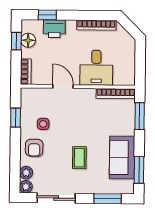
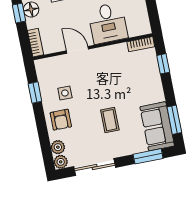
bookcase: (116, 94) -> (141, 44), width x0.64
window: (140, 116) -> (163, 64), width x0.67
sofa: (122, 158) -> (157, 126), moved

